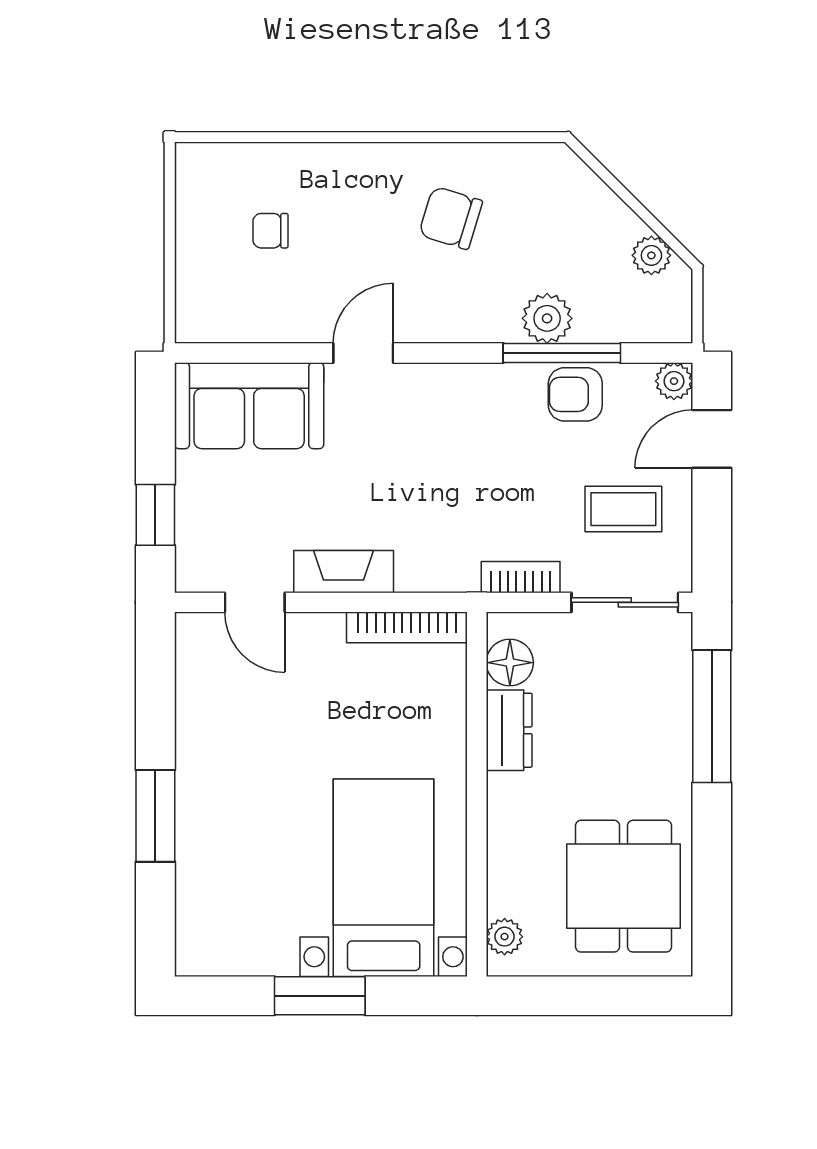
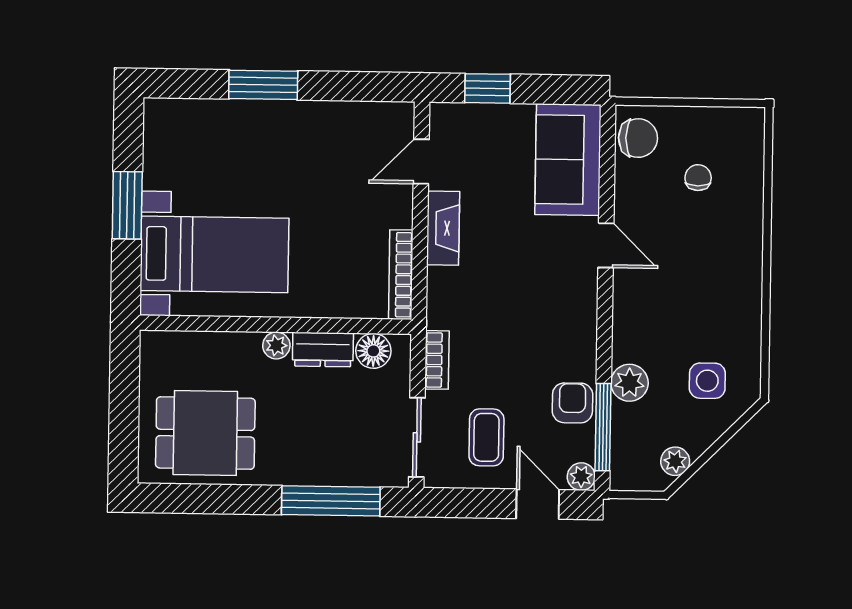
side table: (543, 214) -> (707, 381), added
chair: (451, 218) -> (638, 138), moved, turned 73
window: (562, 353) -> (603, 427), moved
plant: (505, 937) -> (276, 345), moved

